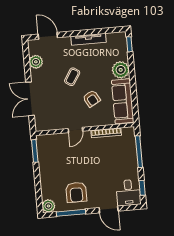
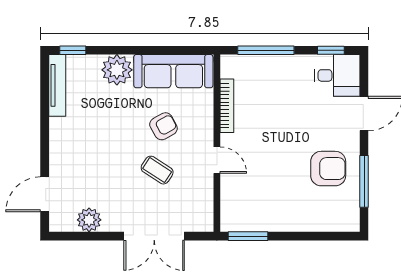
tv unit: (88, 39) -> (57, 85), moved
coffee table: (72, 77) -> (157, 170), moved
plant: (48, 206) -> (348, 220), removed

